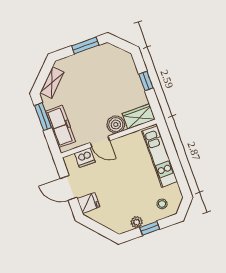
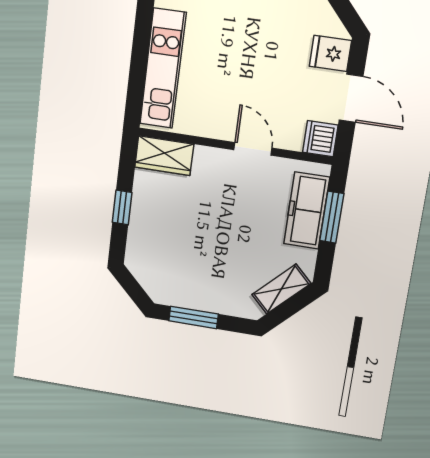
window: (43, 117) -> (332, 217), moved
boiler: (116, 124) -> (210, 163), removed
dishwasher: (85, 158) -> (320, 139), moved, turned -90

